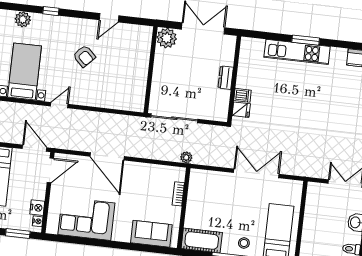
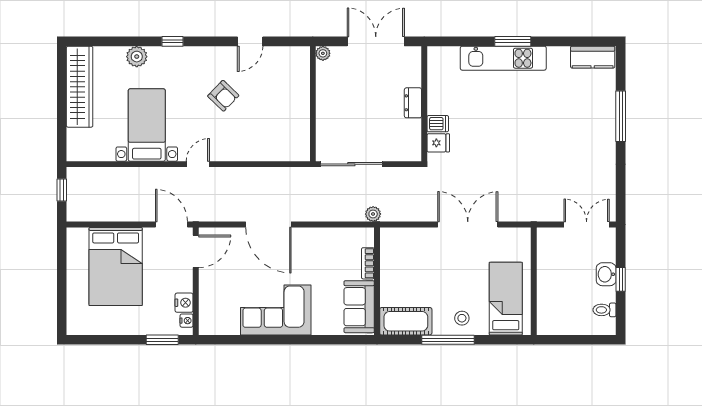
plant: (167, 38) -> (323, 53), width x0.53, depth x0.53
corner sofa: (86, 219) -> (276, 310), moved
sofa: (151, 234) -> (359, 307), moved, turned -90

